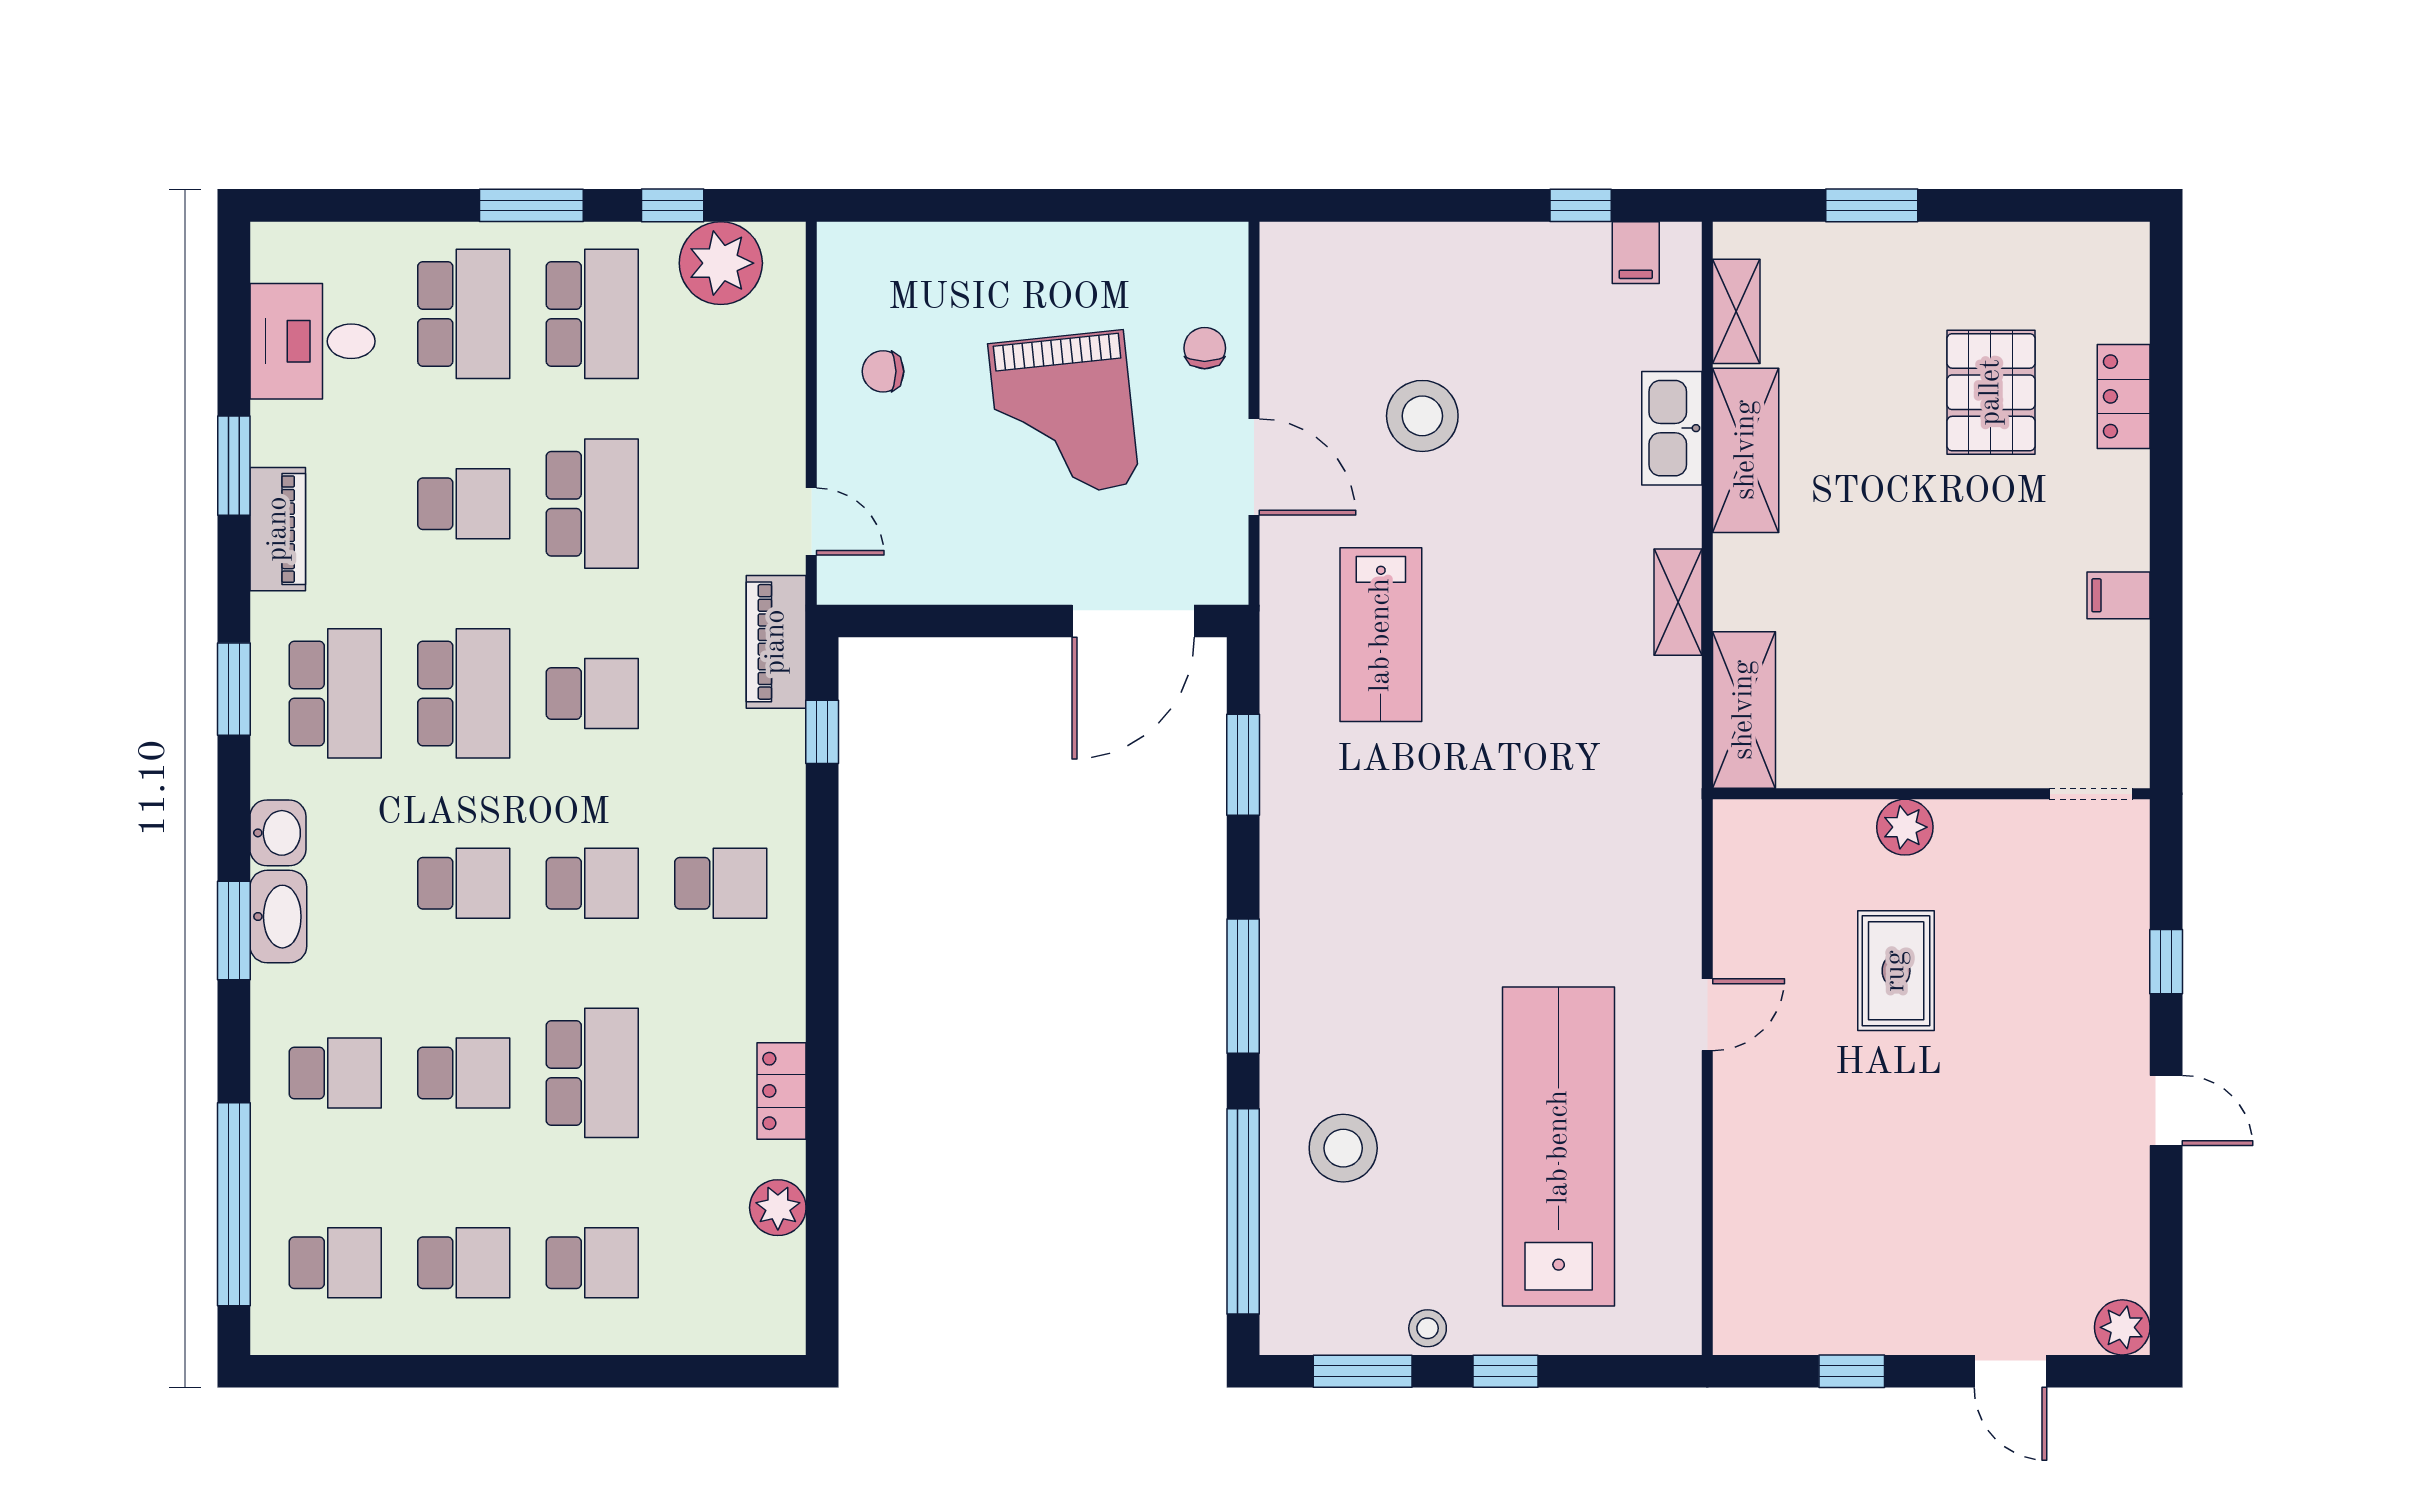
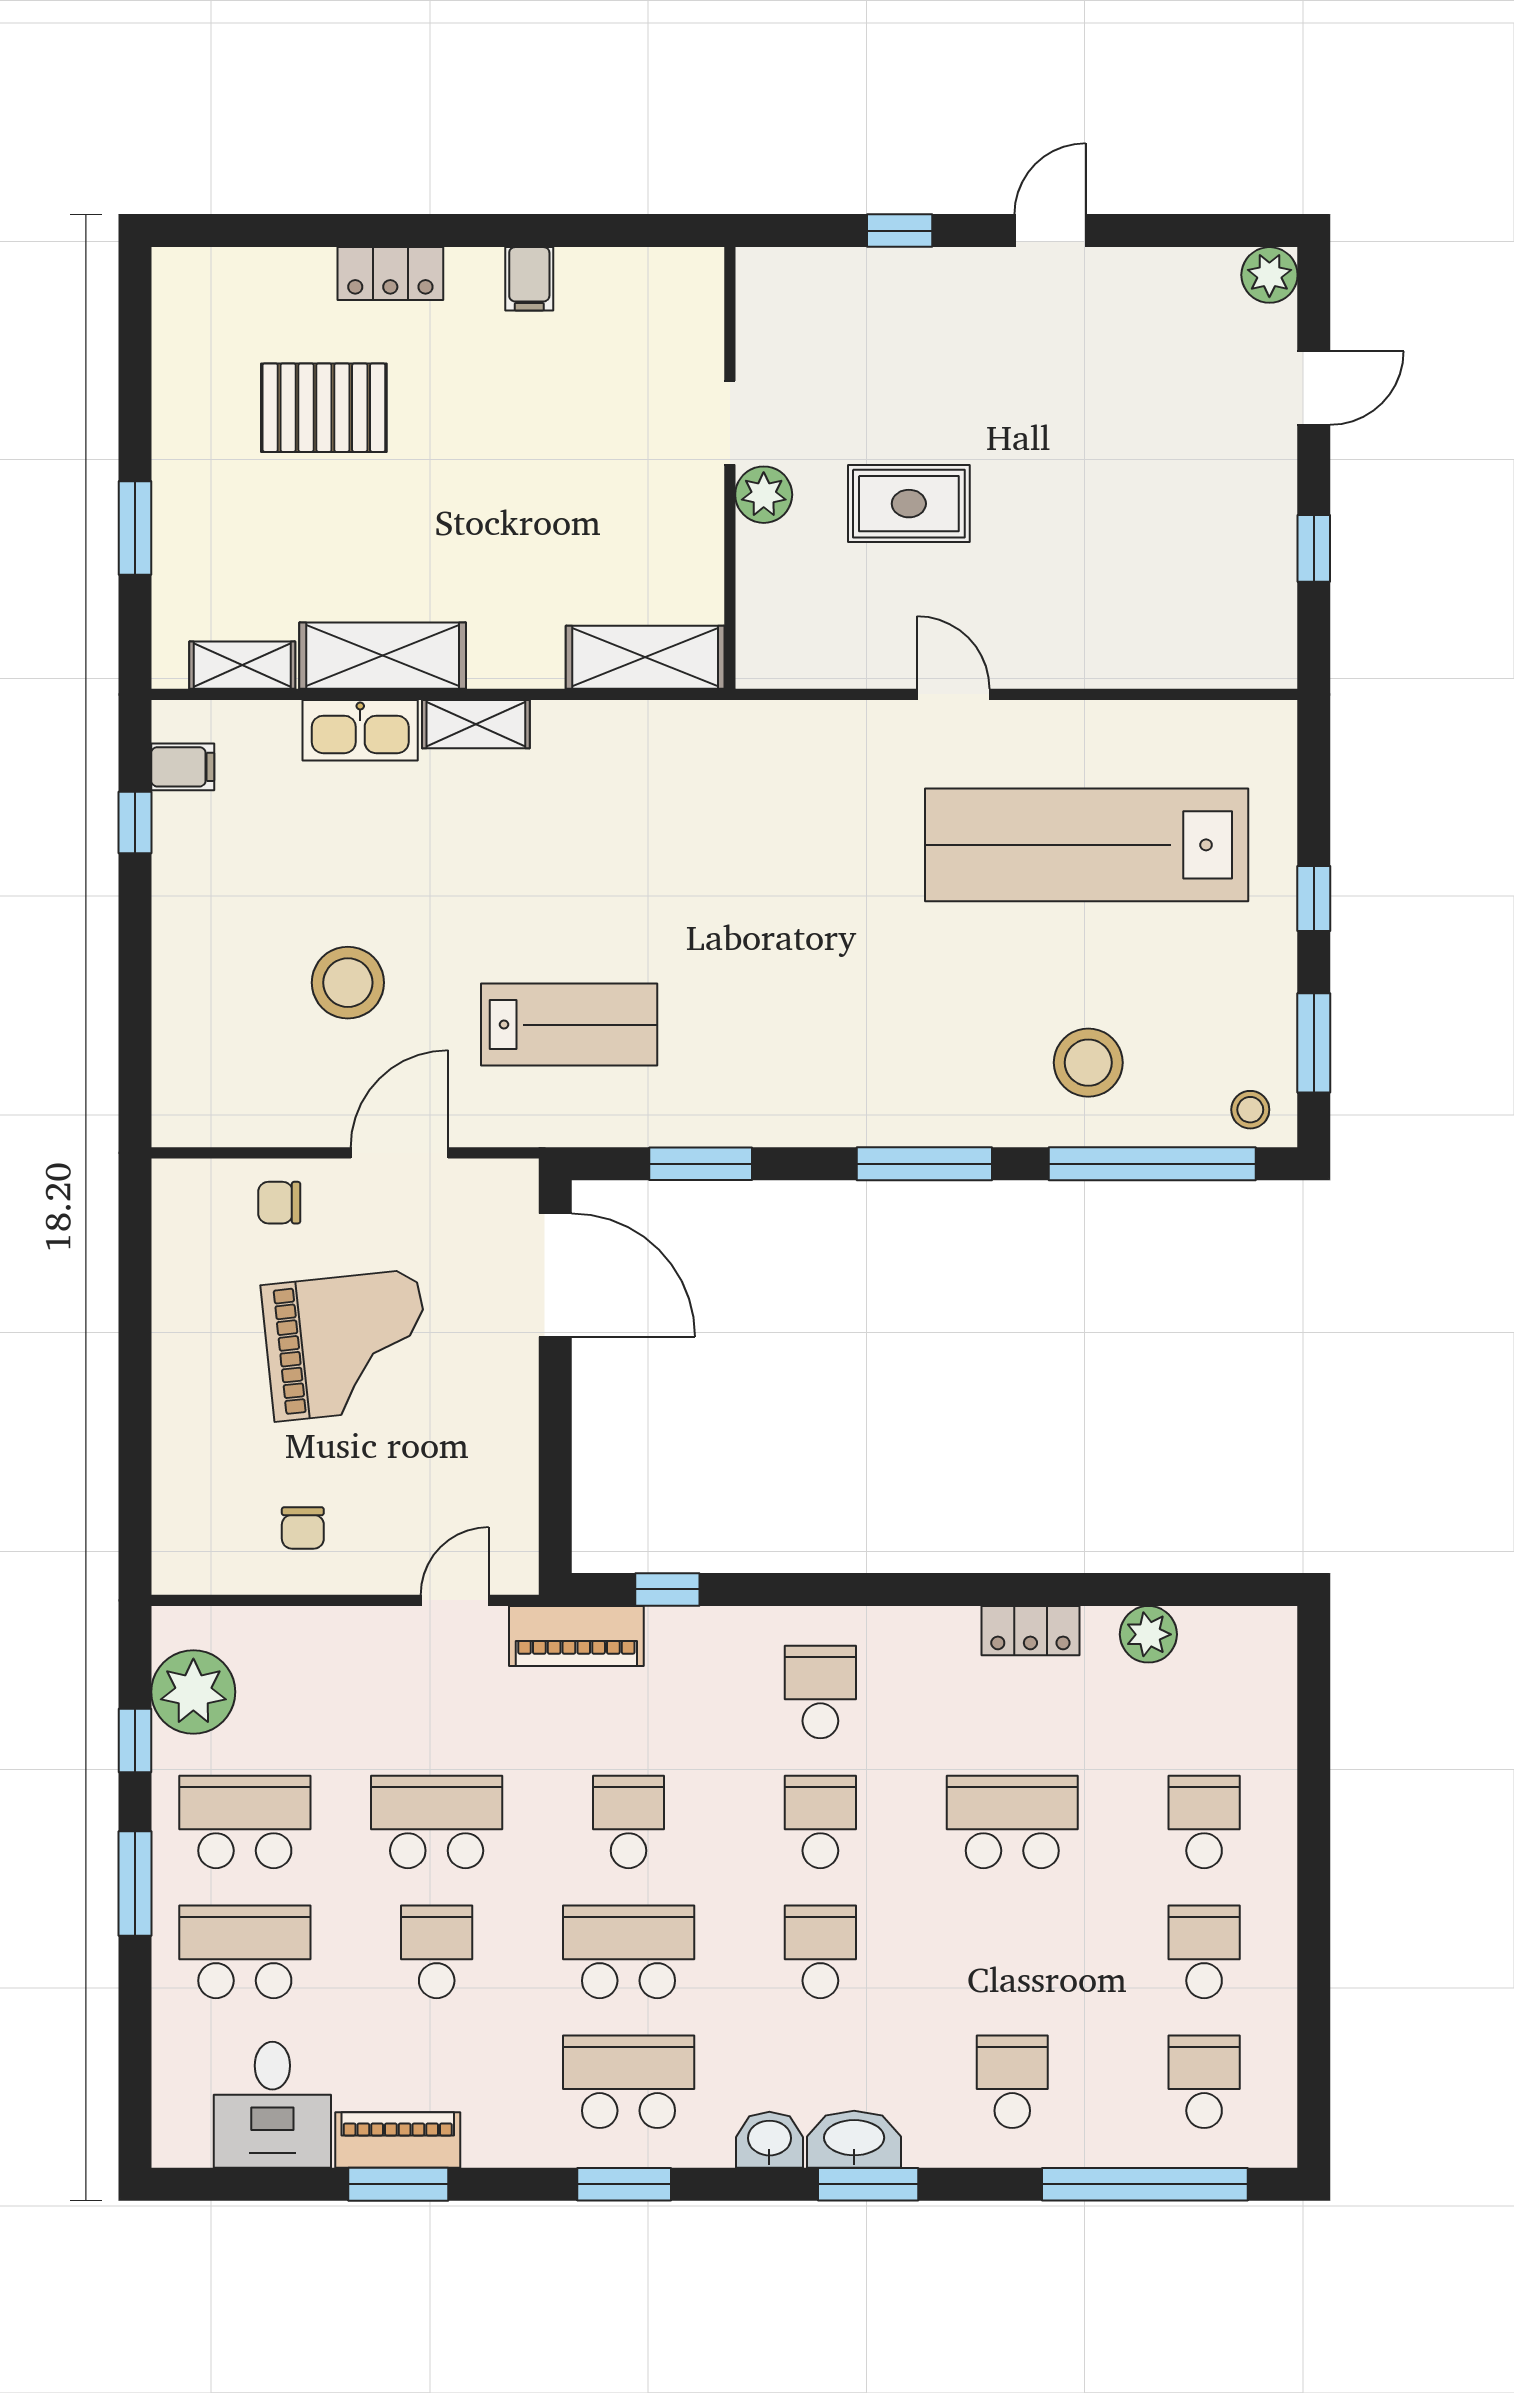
locker: (2124, 396) -> (390, 274), moved
piano: (278, 529) -> (398, 2140), moved
shelving: (1678, 602) -> (476, 724), moved
doorway: (2091, 794) -> (730, 423), moved
school desk: (464, 1073) -> (1012, 1952), removed
stool: (1428, 1328) -> (1250, 1110), moved

